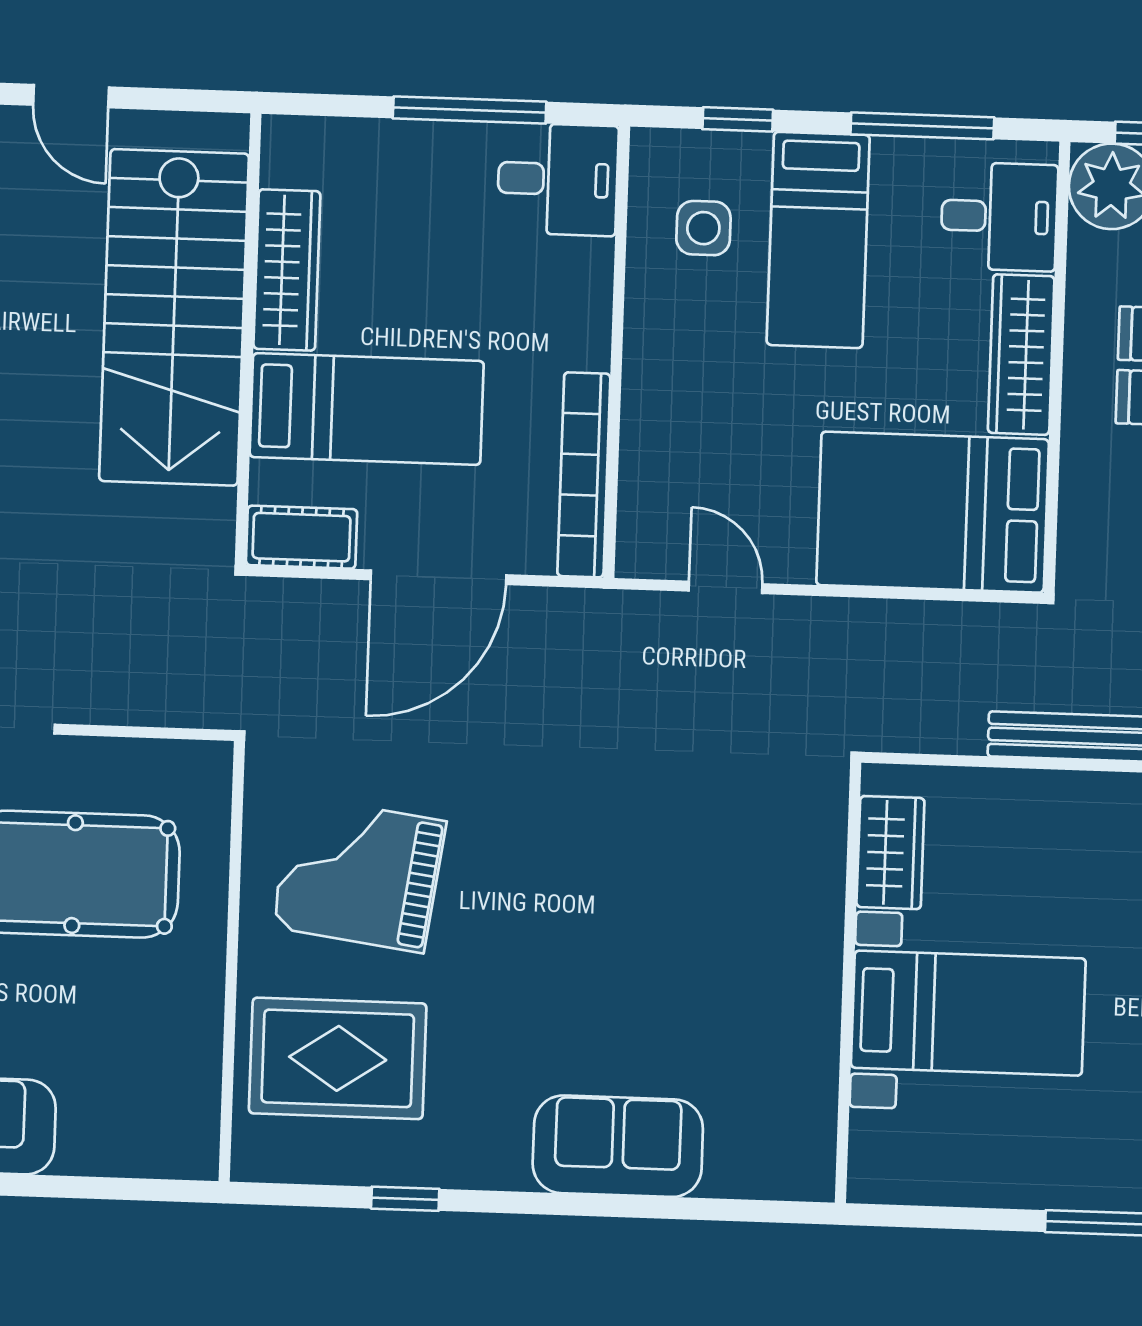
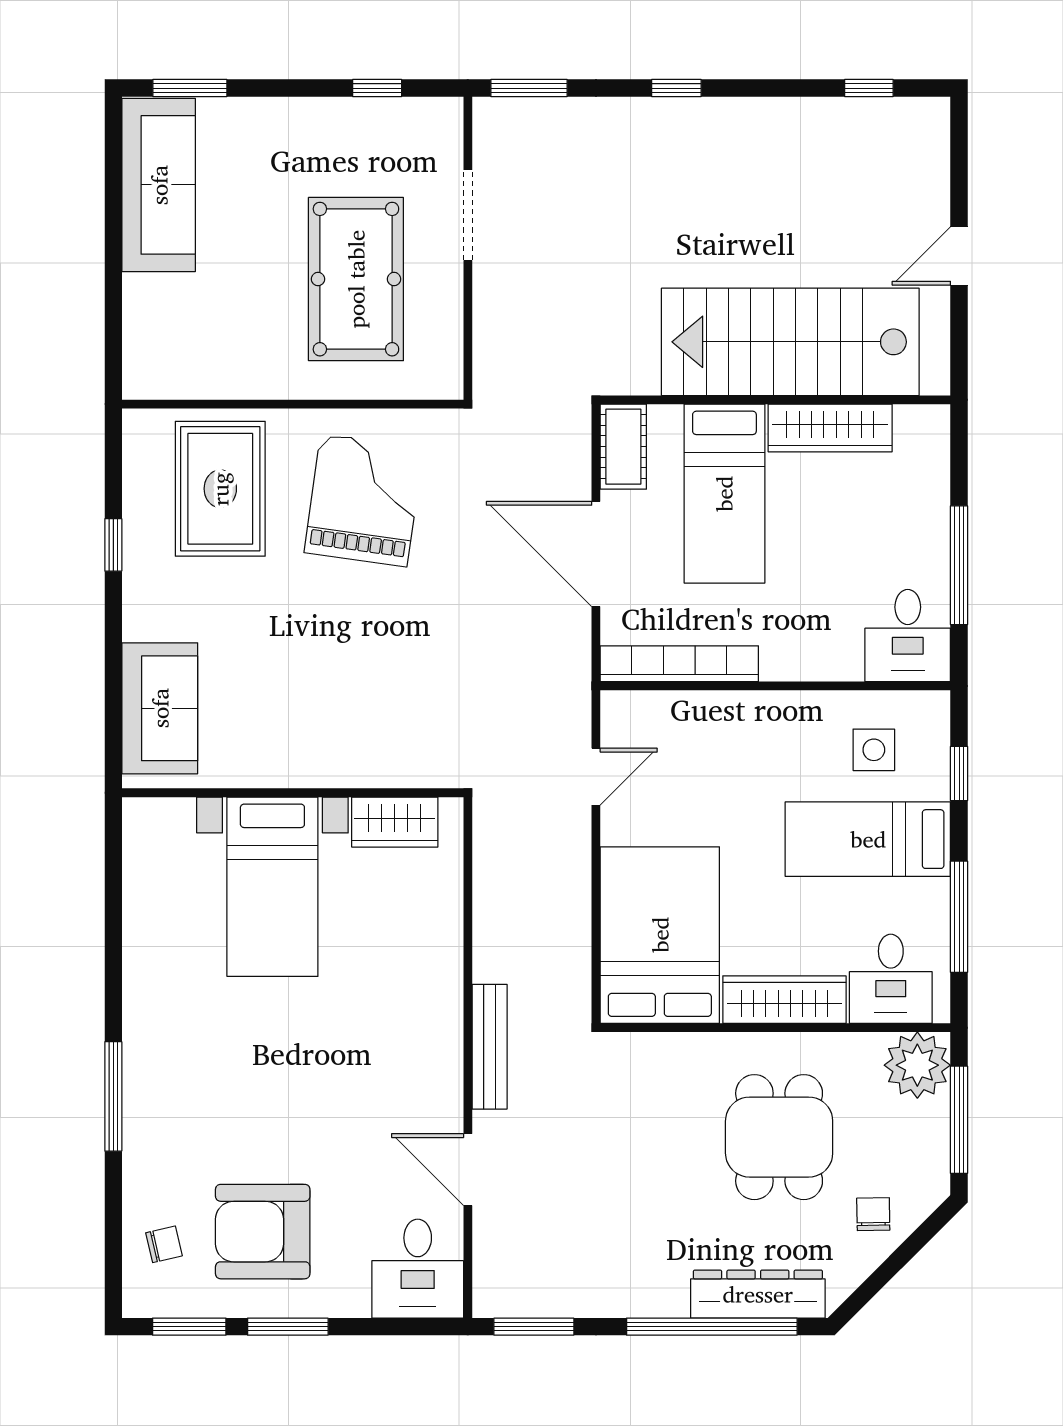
wardrobe: (890, 853) -> (395, 822), moved
wall: (848, 983) -> (293, 793), moved
bed with nightstands: (968, 1013) -> (272, 887), moved

